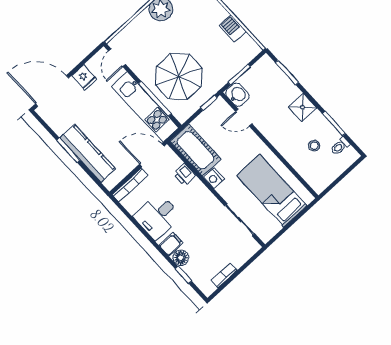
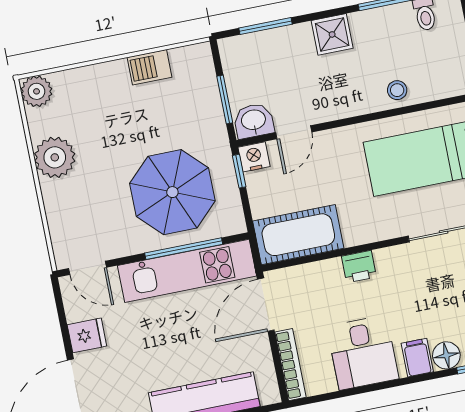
stool: (314, 146) -> (397, 90), moved
printer: (185, 175) -> (359, 267), moved
nightstand: (214, 178) -> (254, 157), moved, turned 180

